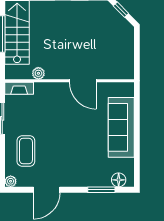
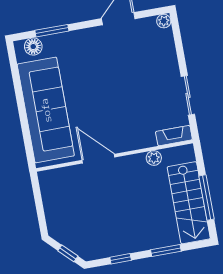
sofa: (121, 127) -> (46, 110), width x1.36, depth x1.27
coffee table: (26, 151) -> (152, 61), removed

